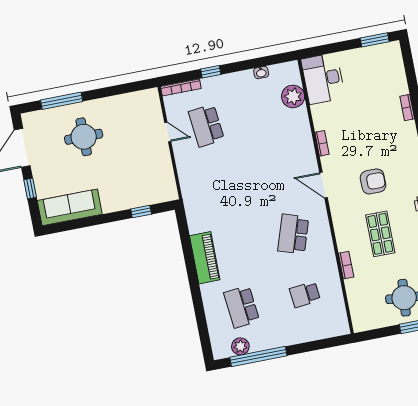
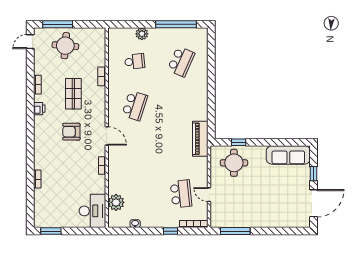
window: (62, 101) -> (235, 231), moved
round table: (84, 137) -> (234, 163), moved
piano: (205, 258) -> (200, 139), moved
school desk: (242, 307) -> (181, 61), turned 30
plant: (240, 346) -> (142, 34), moved

